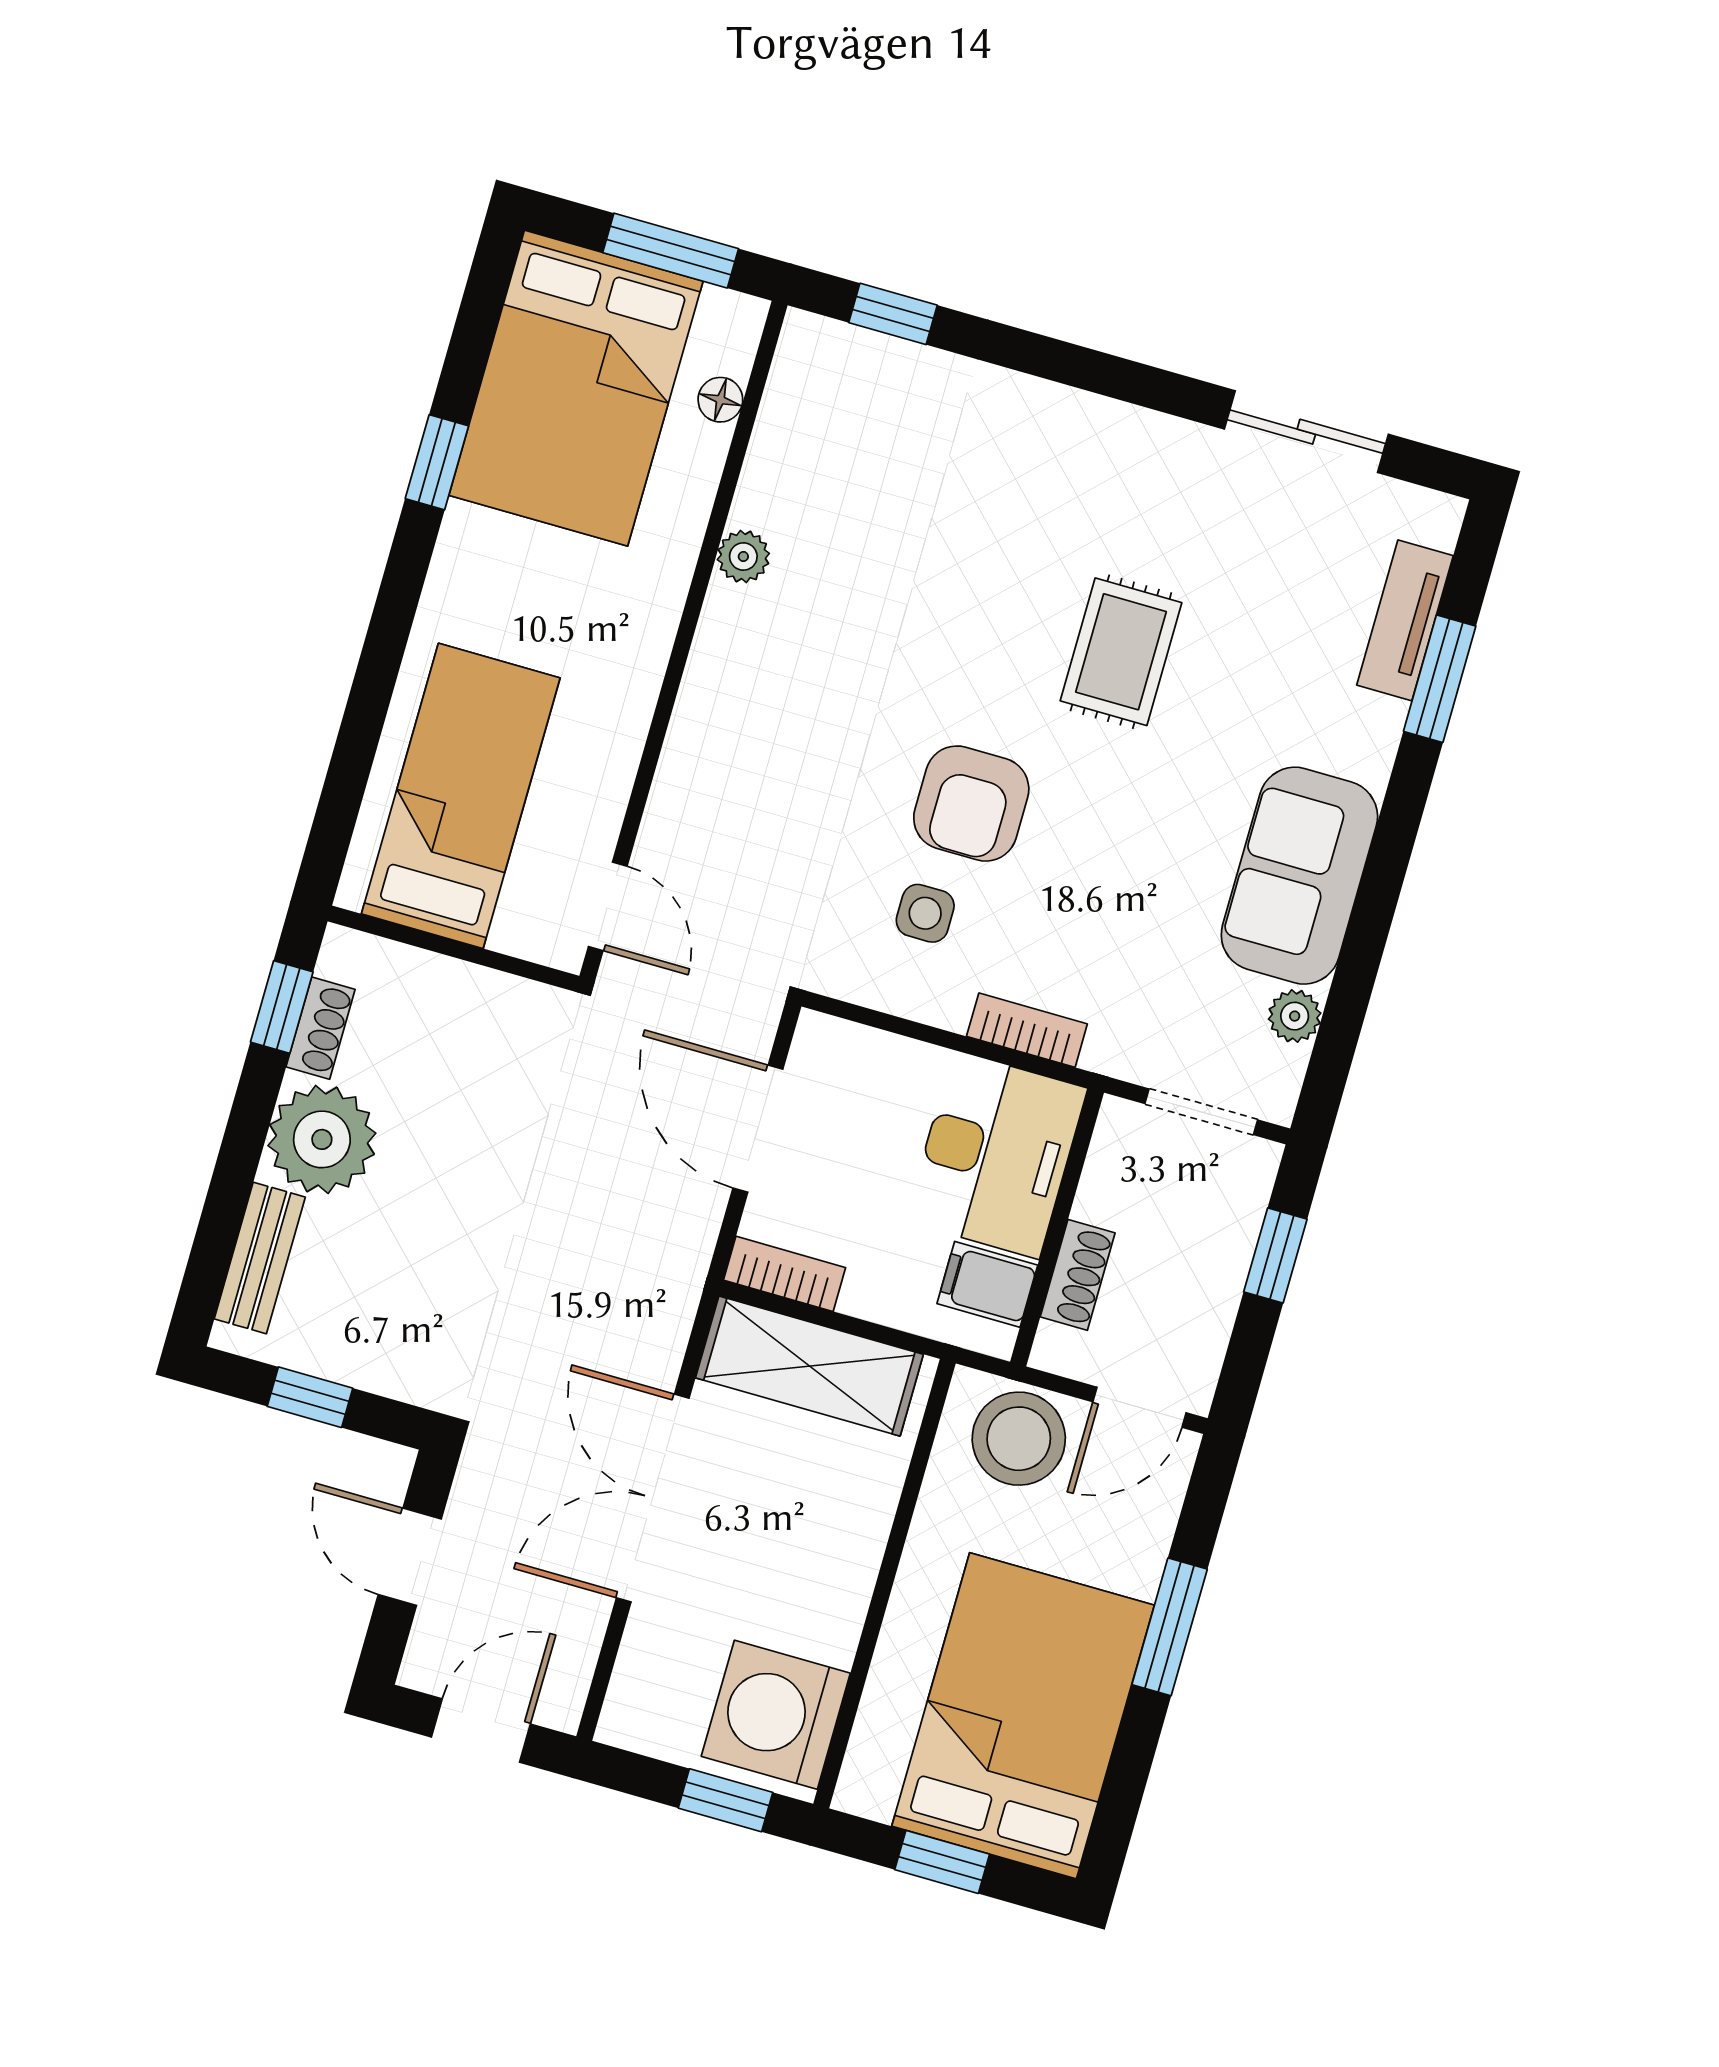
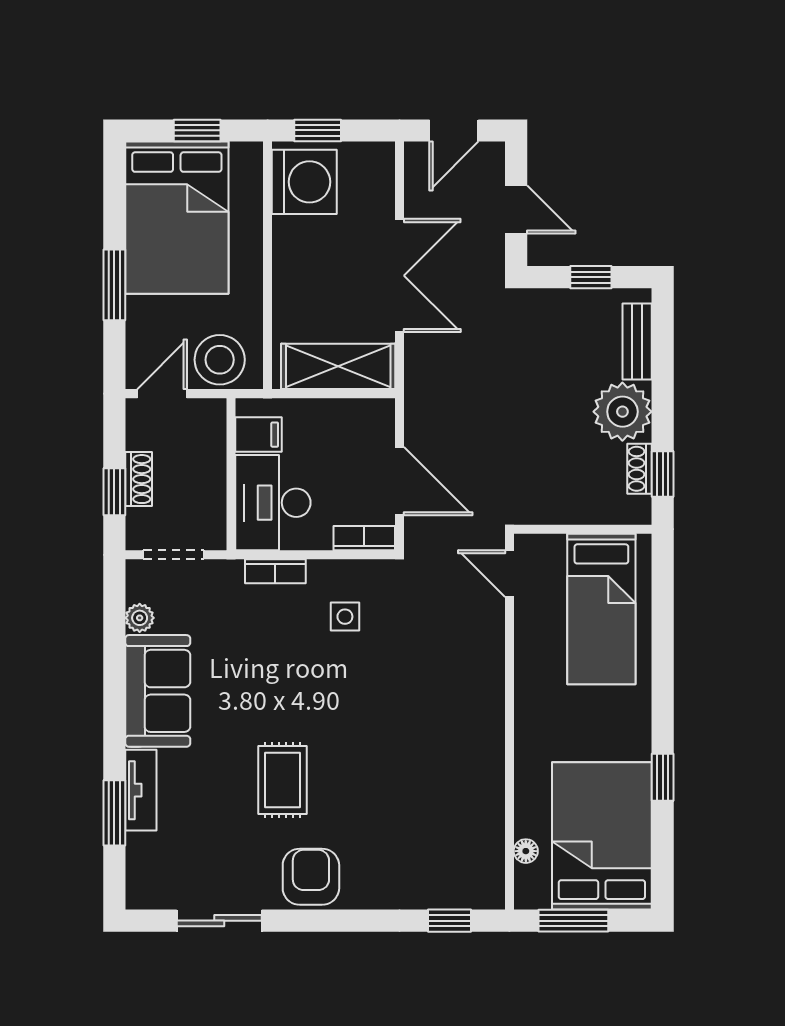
plant: (743, 556) -> (491, 774), removed
tv unit: (1405, 620) -> (141, 790), moved
armchair: (971, 804) -> (311, 877), moved
bookcase: (784, 1274) -> (364, 538), moved, turned 180
shoe rack: (1078, 1275) -> (139, 479), moved, turned 180

